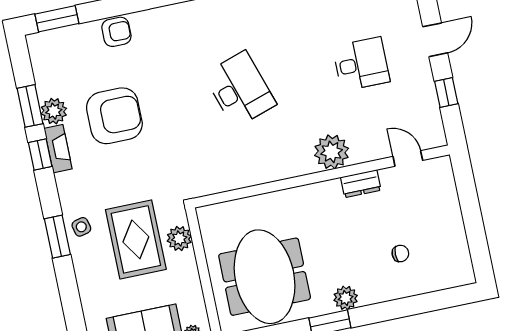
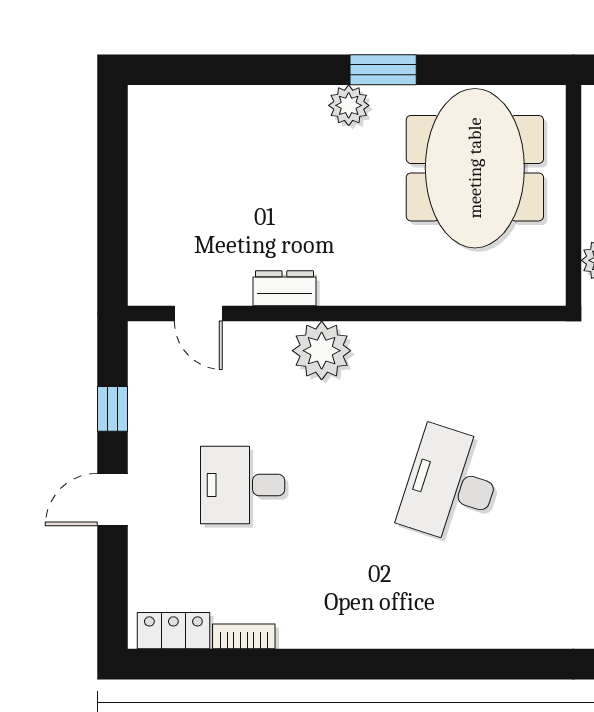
desk: (240, 89) -> (451, 485), turned 36
chair: (400, 253) -> (243, 160), removed

